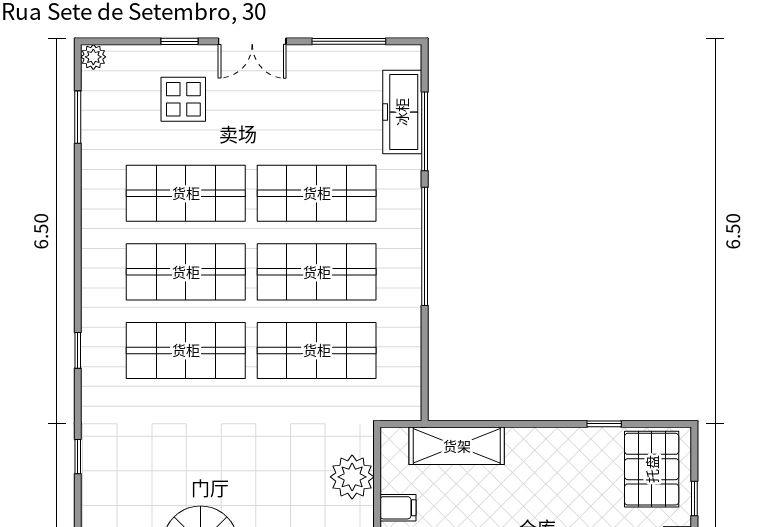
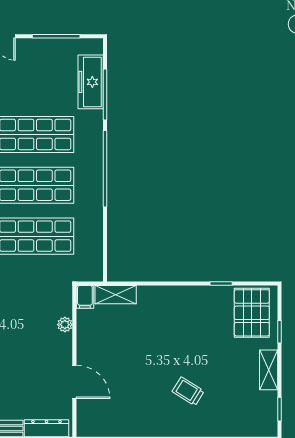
shelving: (457, 446) -> (116, 295), width x0.67, depth x0.75
plant: (352, 477) -> (65, 325), width x0.53, depth x0.53
filing cabinet: (398, 508) -> (85, 297), moved, turned 90

